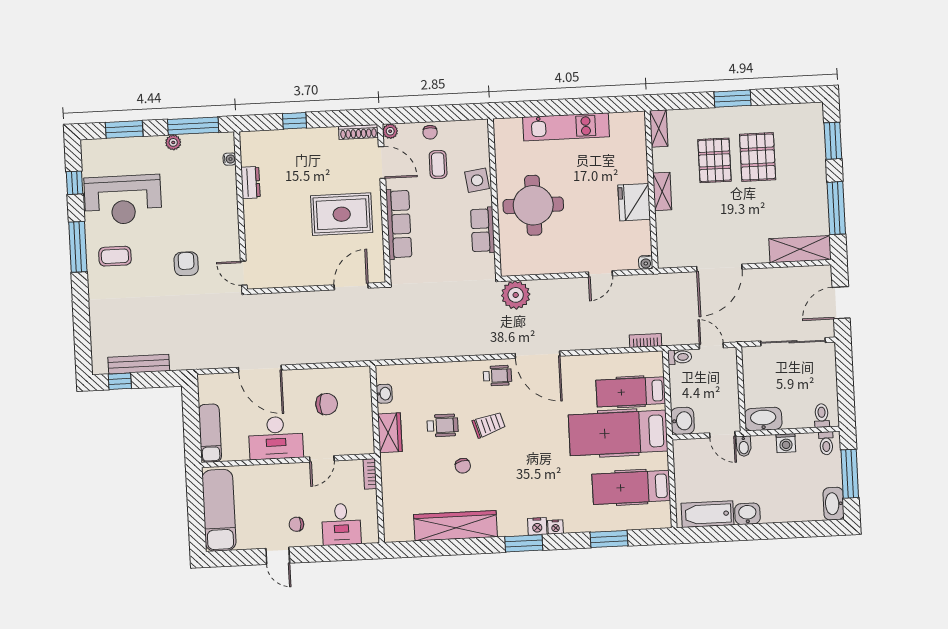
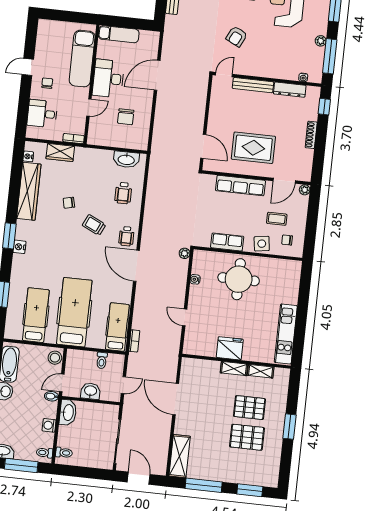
window: (294, 121) -> (324, 107), moved
kitchen unit: (566, 127) -> (286, 334), moved
shelving: (659, 128) -> (261, 371), moved
shoe rack: (358, 132) -> (311, 135), moved
chair: (430, 132) -> (287, 240), moved
dresser: (250, 182) -> (290, 90), width x1.44
rug: (342, 214) -> (253, 148), turned 90
bench: (252, 229) -> (253, 85), added
water cooler: (646, 262) -> (195, 279), moved
armchair: (186, 264) -> (237, 36), turned 116
plant: (516, 295) -> (185, 253), width x0.53, depth x0.53
door: (538, 355) -> (136, 266), hinge flipped
toilet: (680, 357) -> (102, 360), moved
hospital bed: (631, 392) -> (117, 327), moved
washbasin: (384, 394) -> (126, 159), width x1.91, depth x1.45
washbasin: (683, 421) -> (91, 391), moved, turned 180
wheelchair: (443, 425) -> (123, 193), moved
trolley: (489, 425) -> (94, 225), turned 132
wardrobe: (390, 433) -> (60, 152), moved
stool: (688, 450) -> (55, 358), added
door: (322, 459) -> (89, 108), swing flipped
exam couch: (219, 510) -> (82, 59), moved, turned 90
nightstand: (556, 527) -> (28, 156), moved

